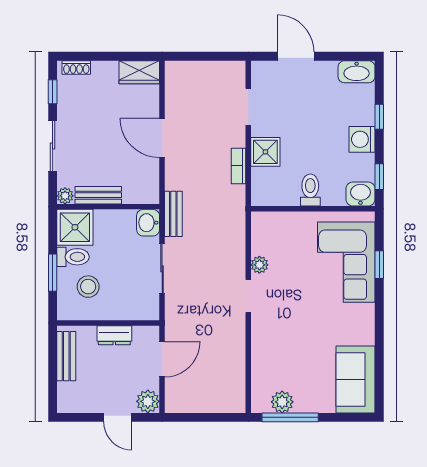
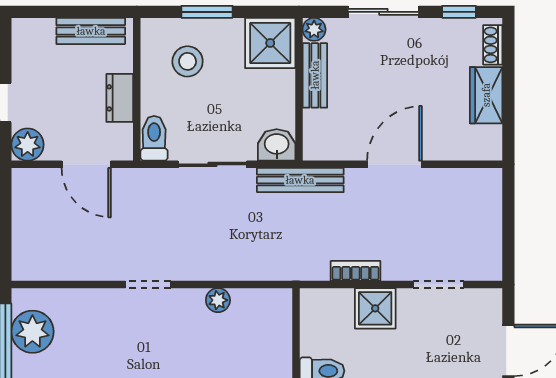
wardrobe: (139, 72) -> (486, 95), moved
bench: (173, 214) -> (300, 180), width x1.36
toilet: (73, 257) -> (154, 138), moved, turned 180
doorway: (248, 296) -> (148, 284), moved
plant: (282, 402) -> (32, 332), width x1.36, depth x1.36

